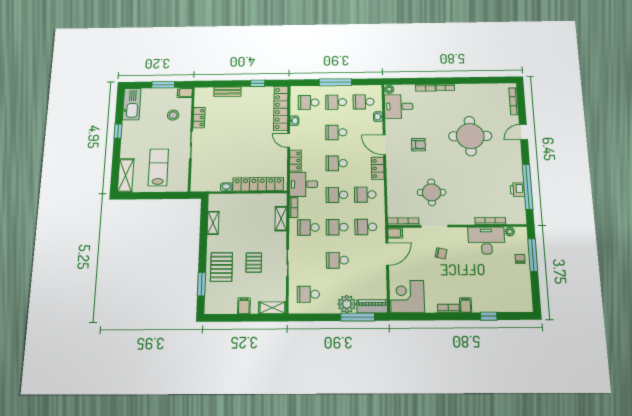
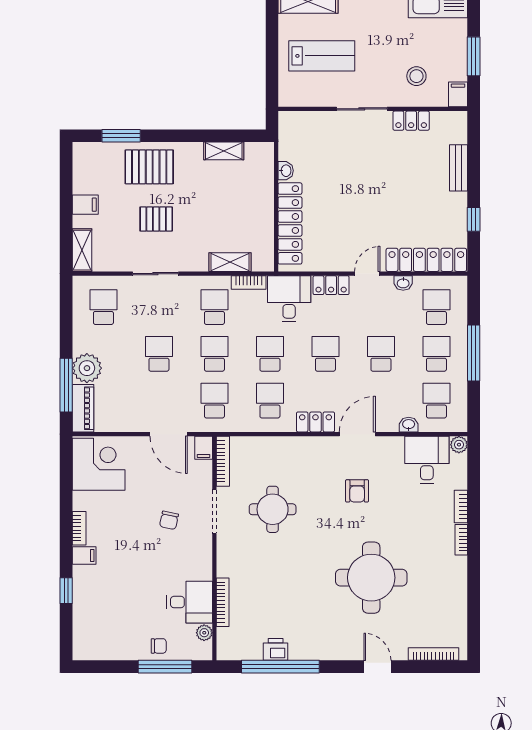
desk: (486, 240) -> (190, 602), width x0.73

